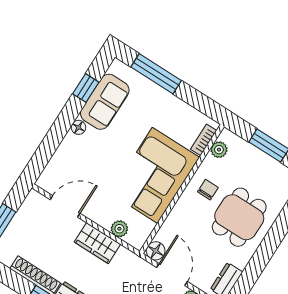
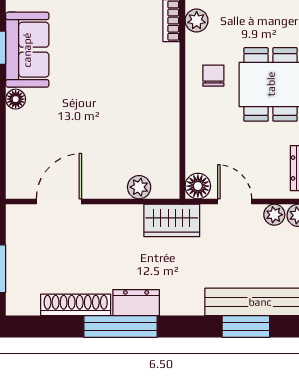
corner sofa: (155, 175) -> (141, 98), removed
wardrobe: (97, 243) -> (172, 220), moved
door: (172, 275) -> (235, 202), width x0.73

